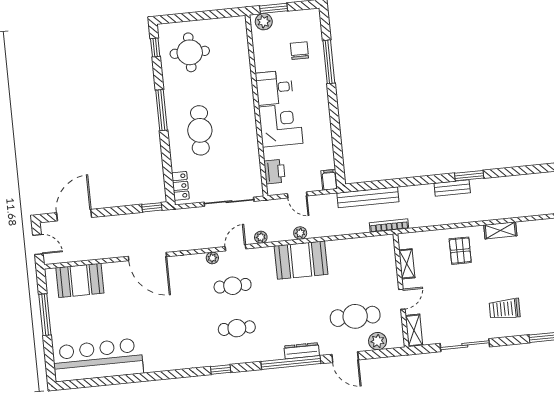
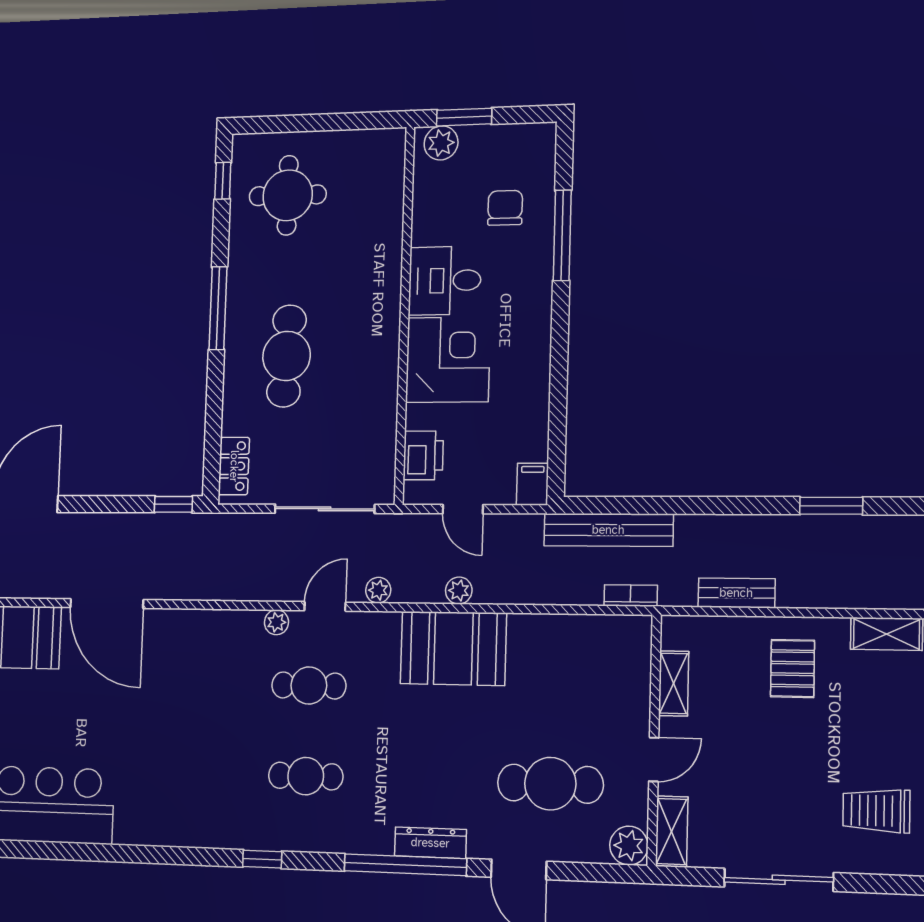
bench: (452, 188) -> (736, 593), moved
bookcase: (389, 226) -> (631, 596), width x0.64
door: (147, 257) -> (107, 604), moved
plant: (378, 341) -> (629, 846), moved

